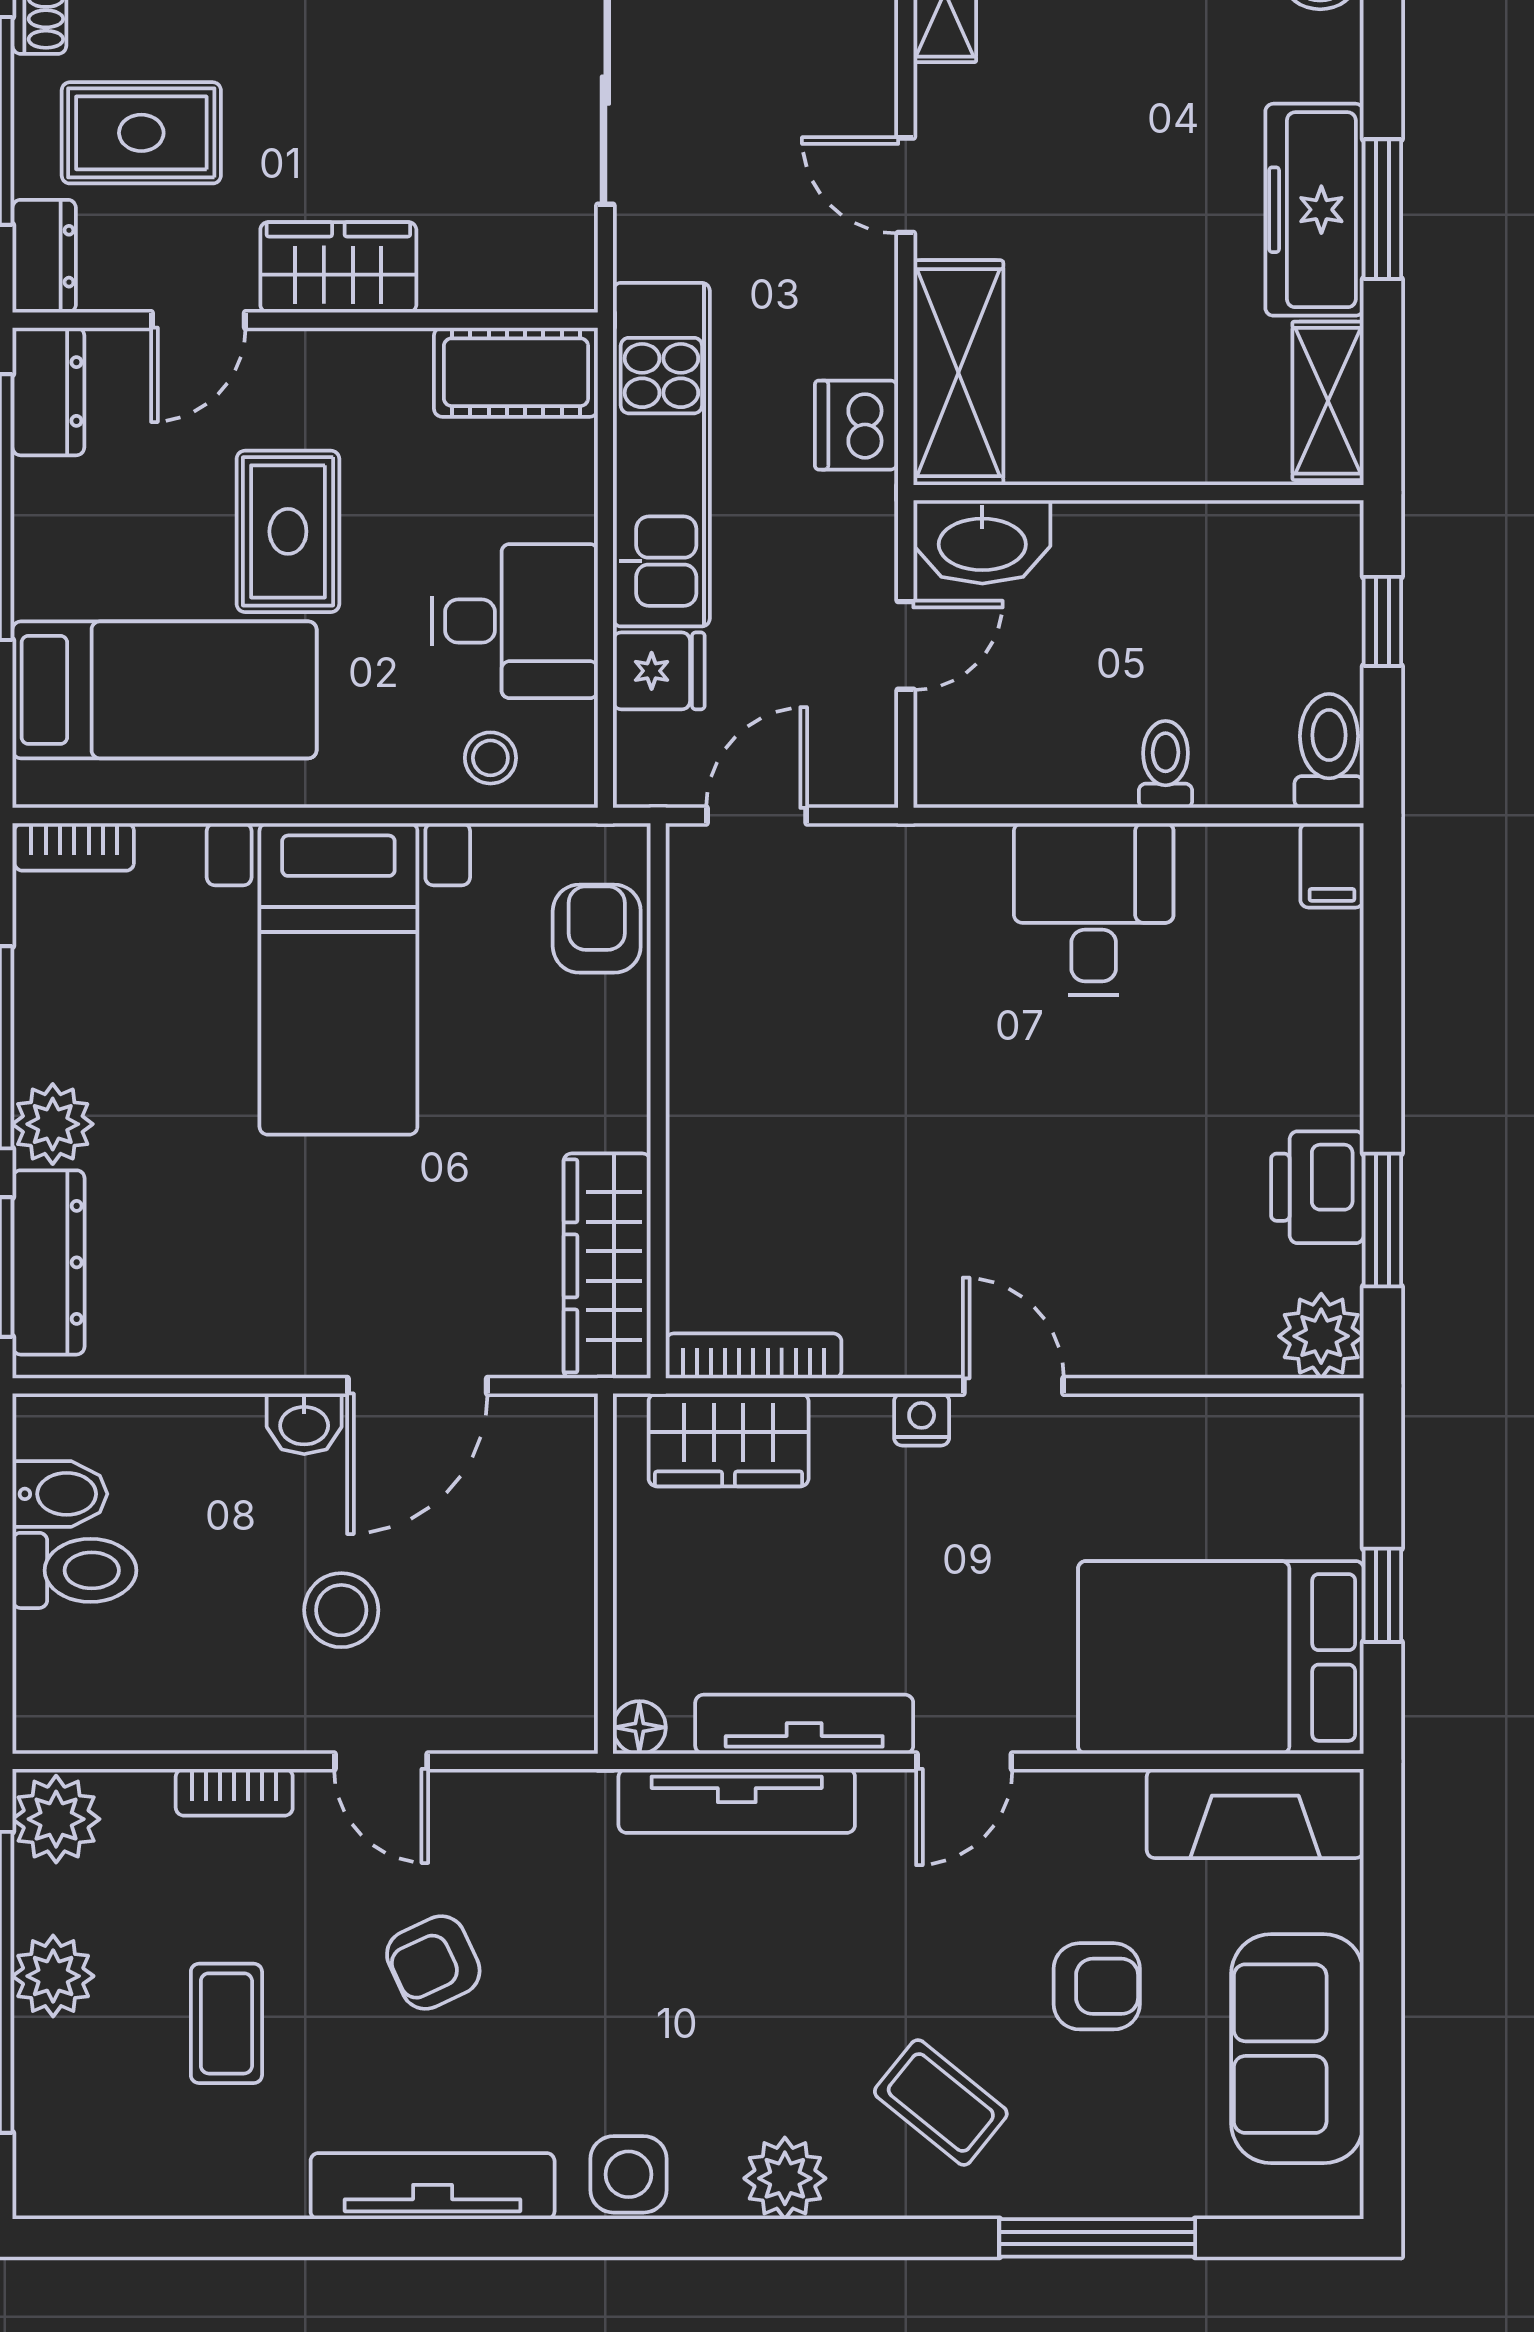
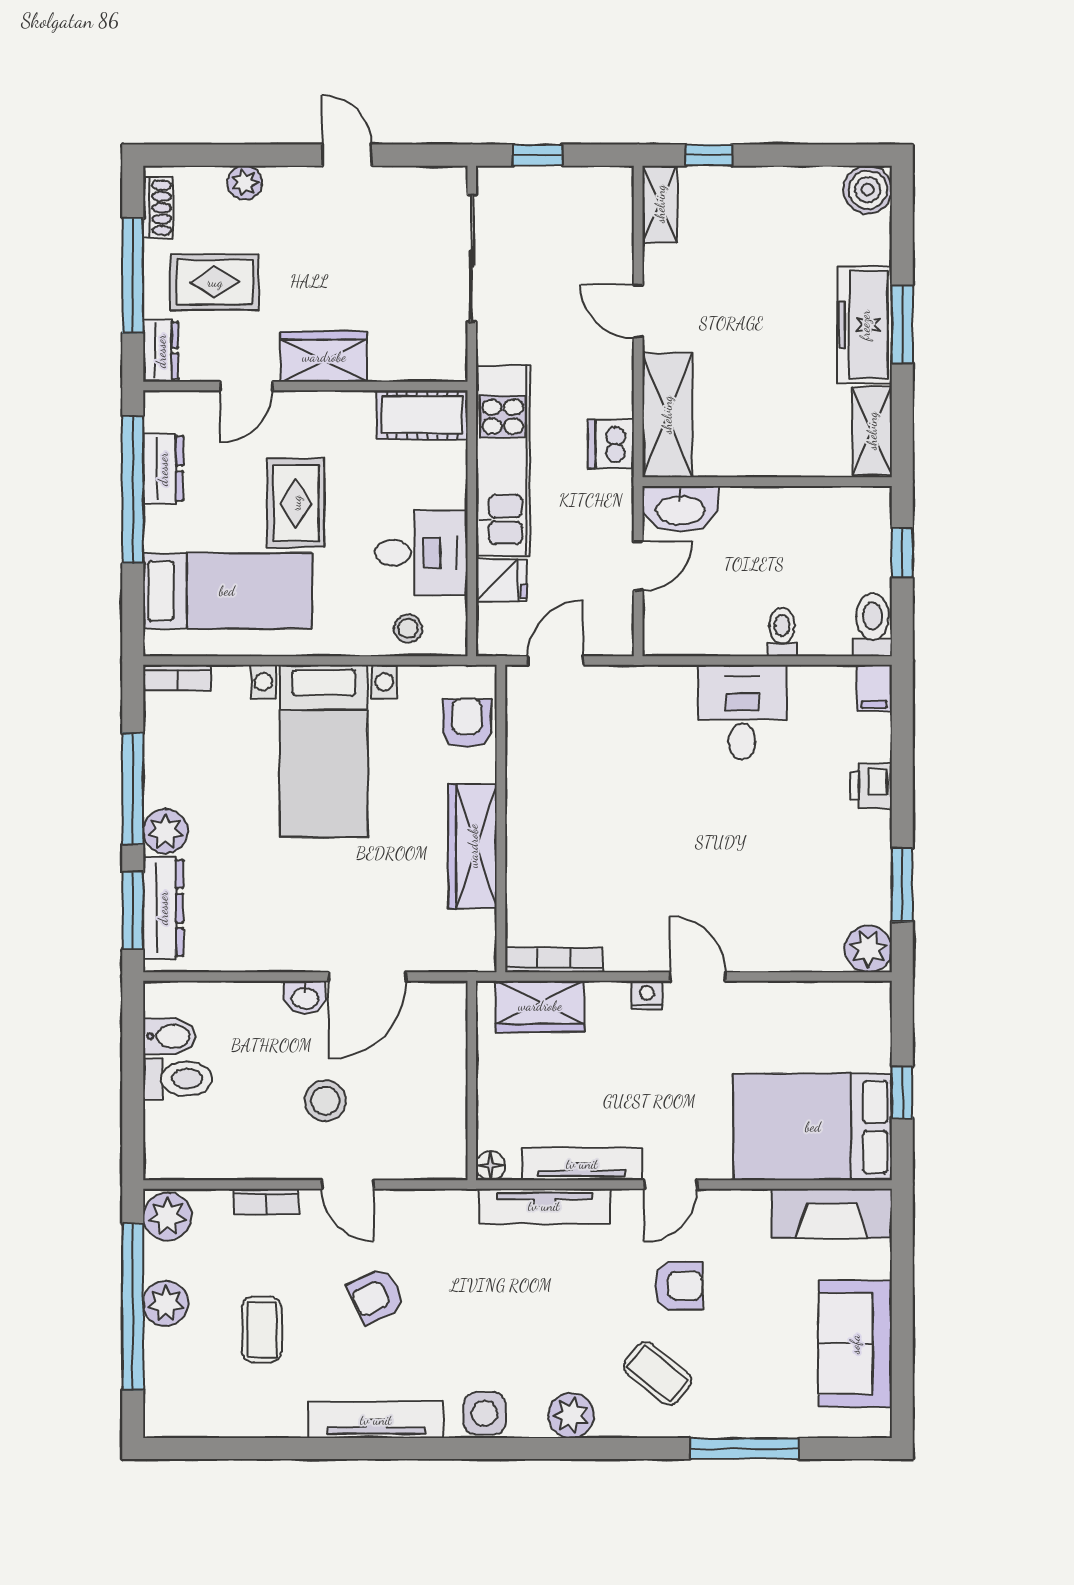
dresser: (48, 391) -> (163, 469), moved
printer: (1317, 1187) -> (871, 786), moved, width x0.73, depth x0.81
wardrobe: (607, 1266) -> (473, 846), moved
armchair: (1097, 1986) -> (678, 1286), moved

